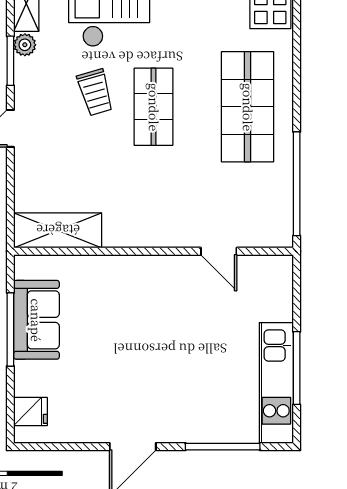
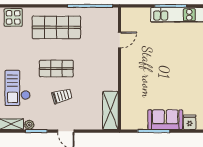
trolley: (95, 92) -> (62, 96), moved
sofa: (36, 320) -> (165, 120), moved

